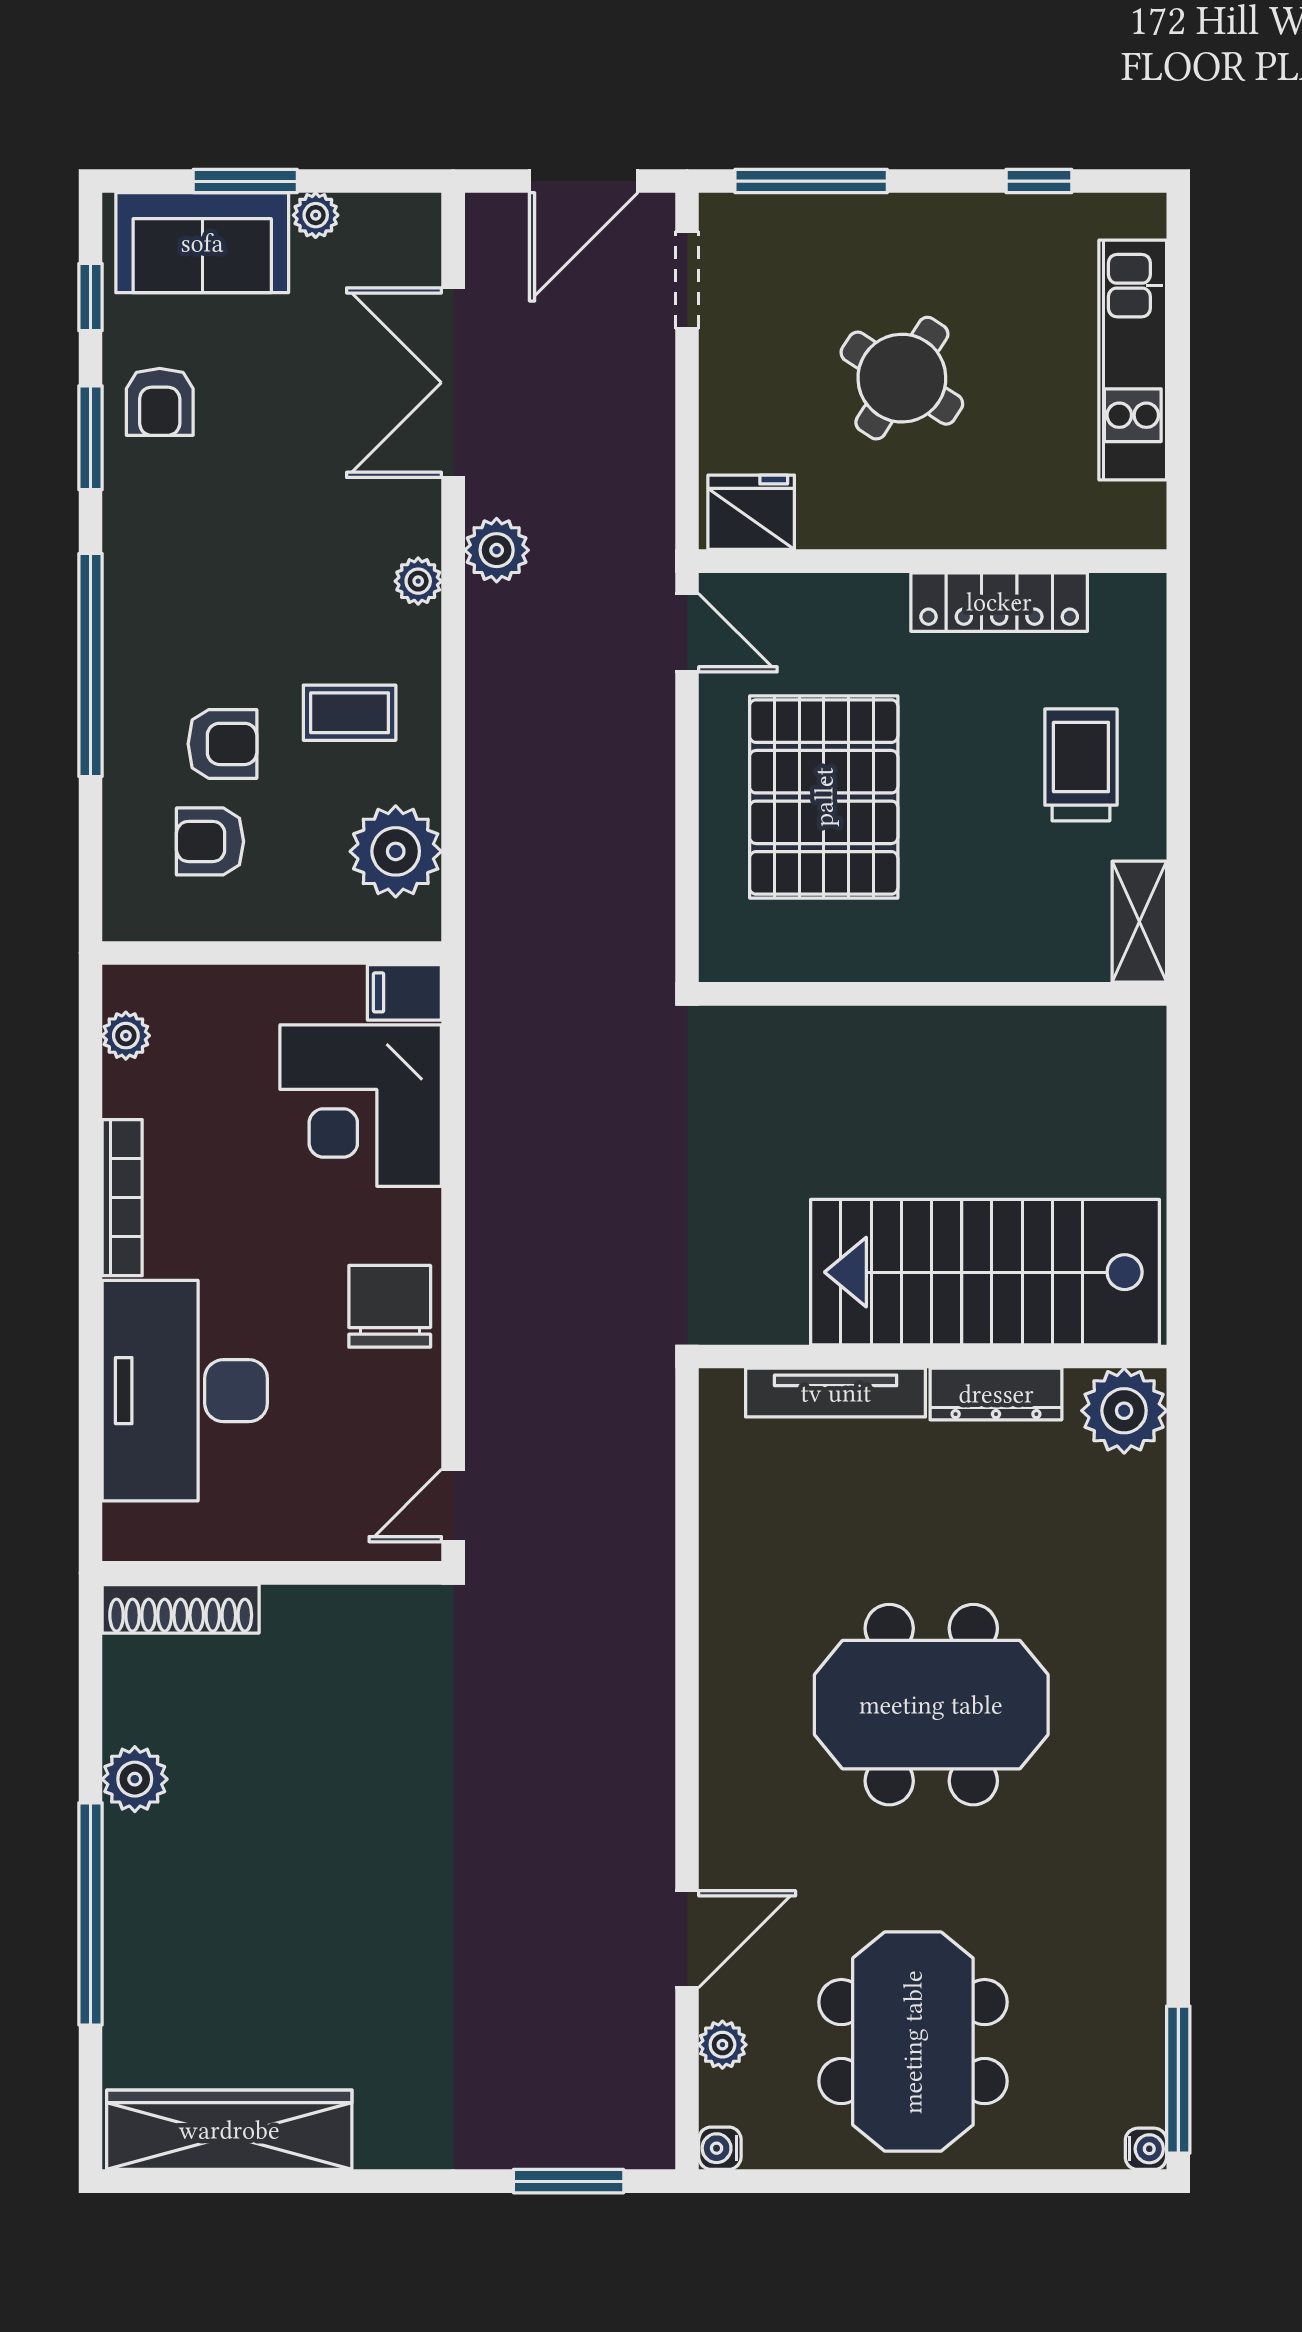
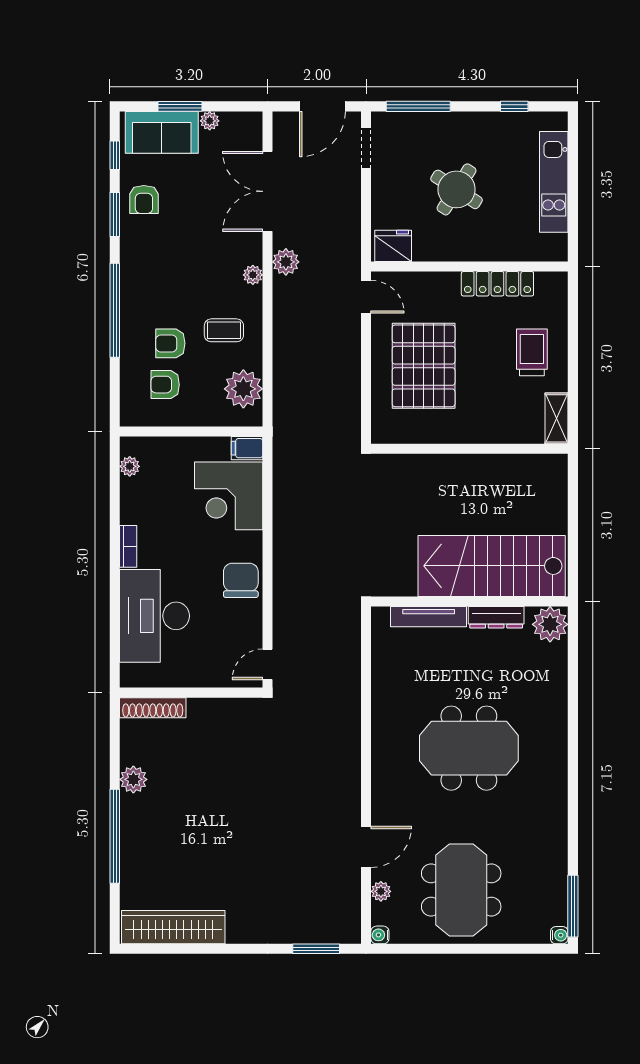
armchair: (222, 744) -> (170, 343), turned 180
bookcase: (122, 1198) -> (128, 546), width x0.64

